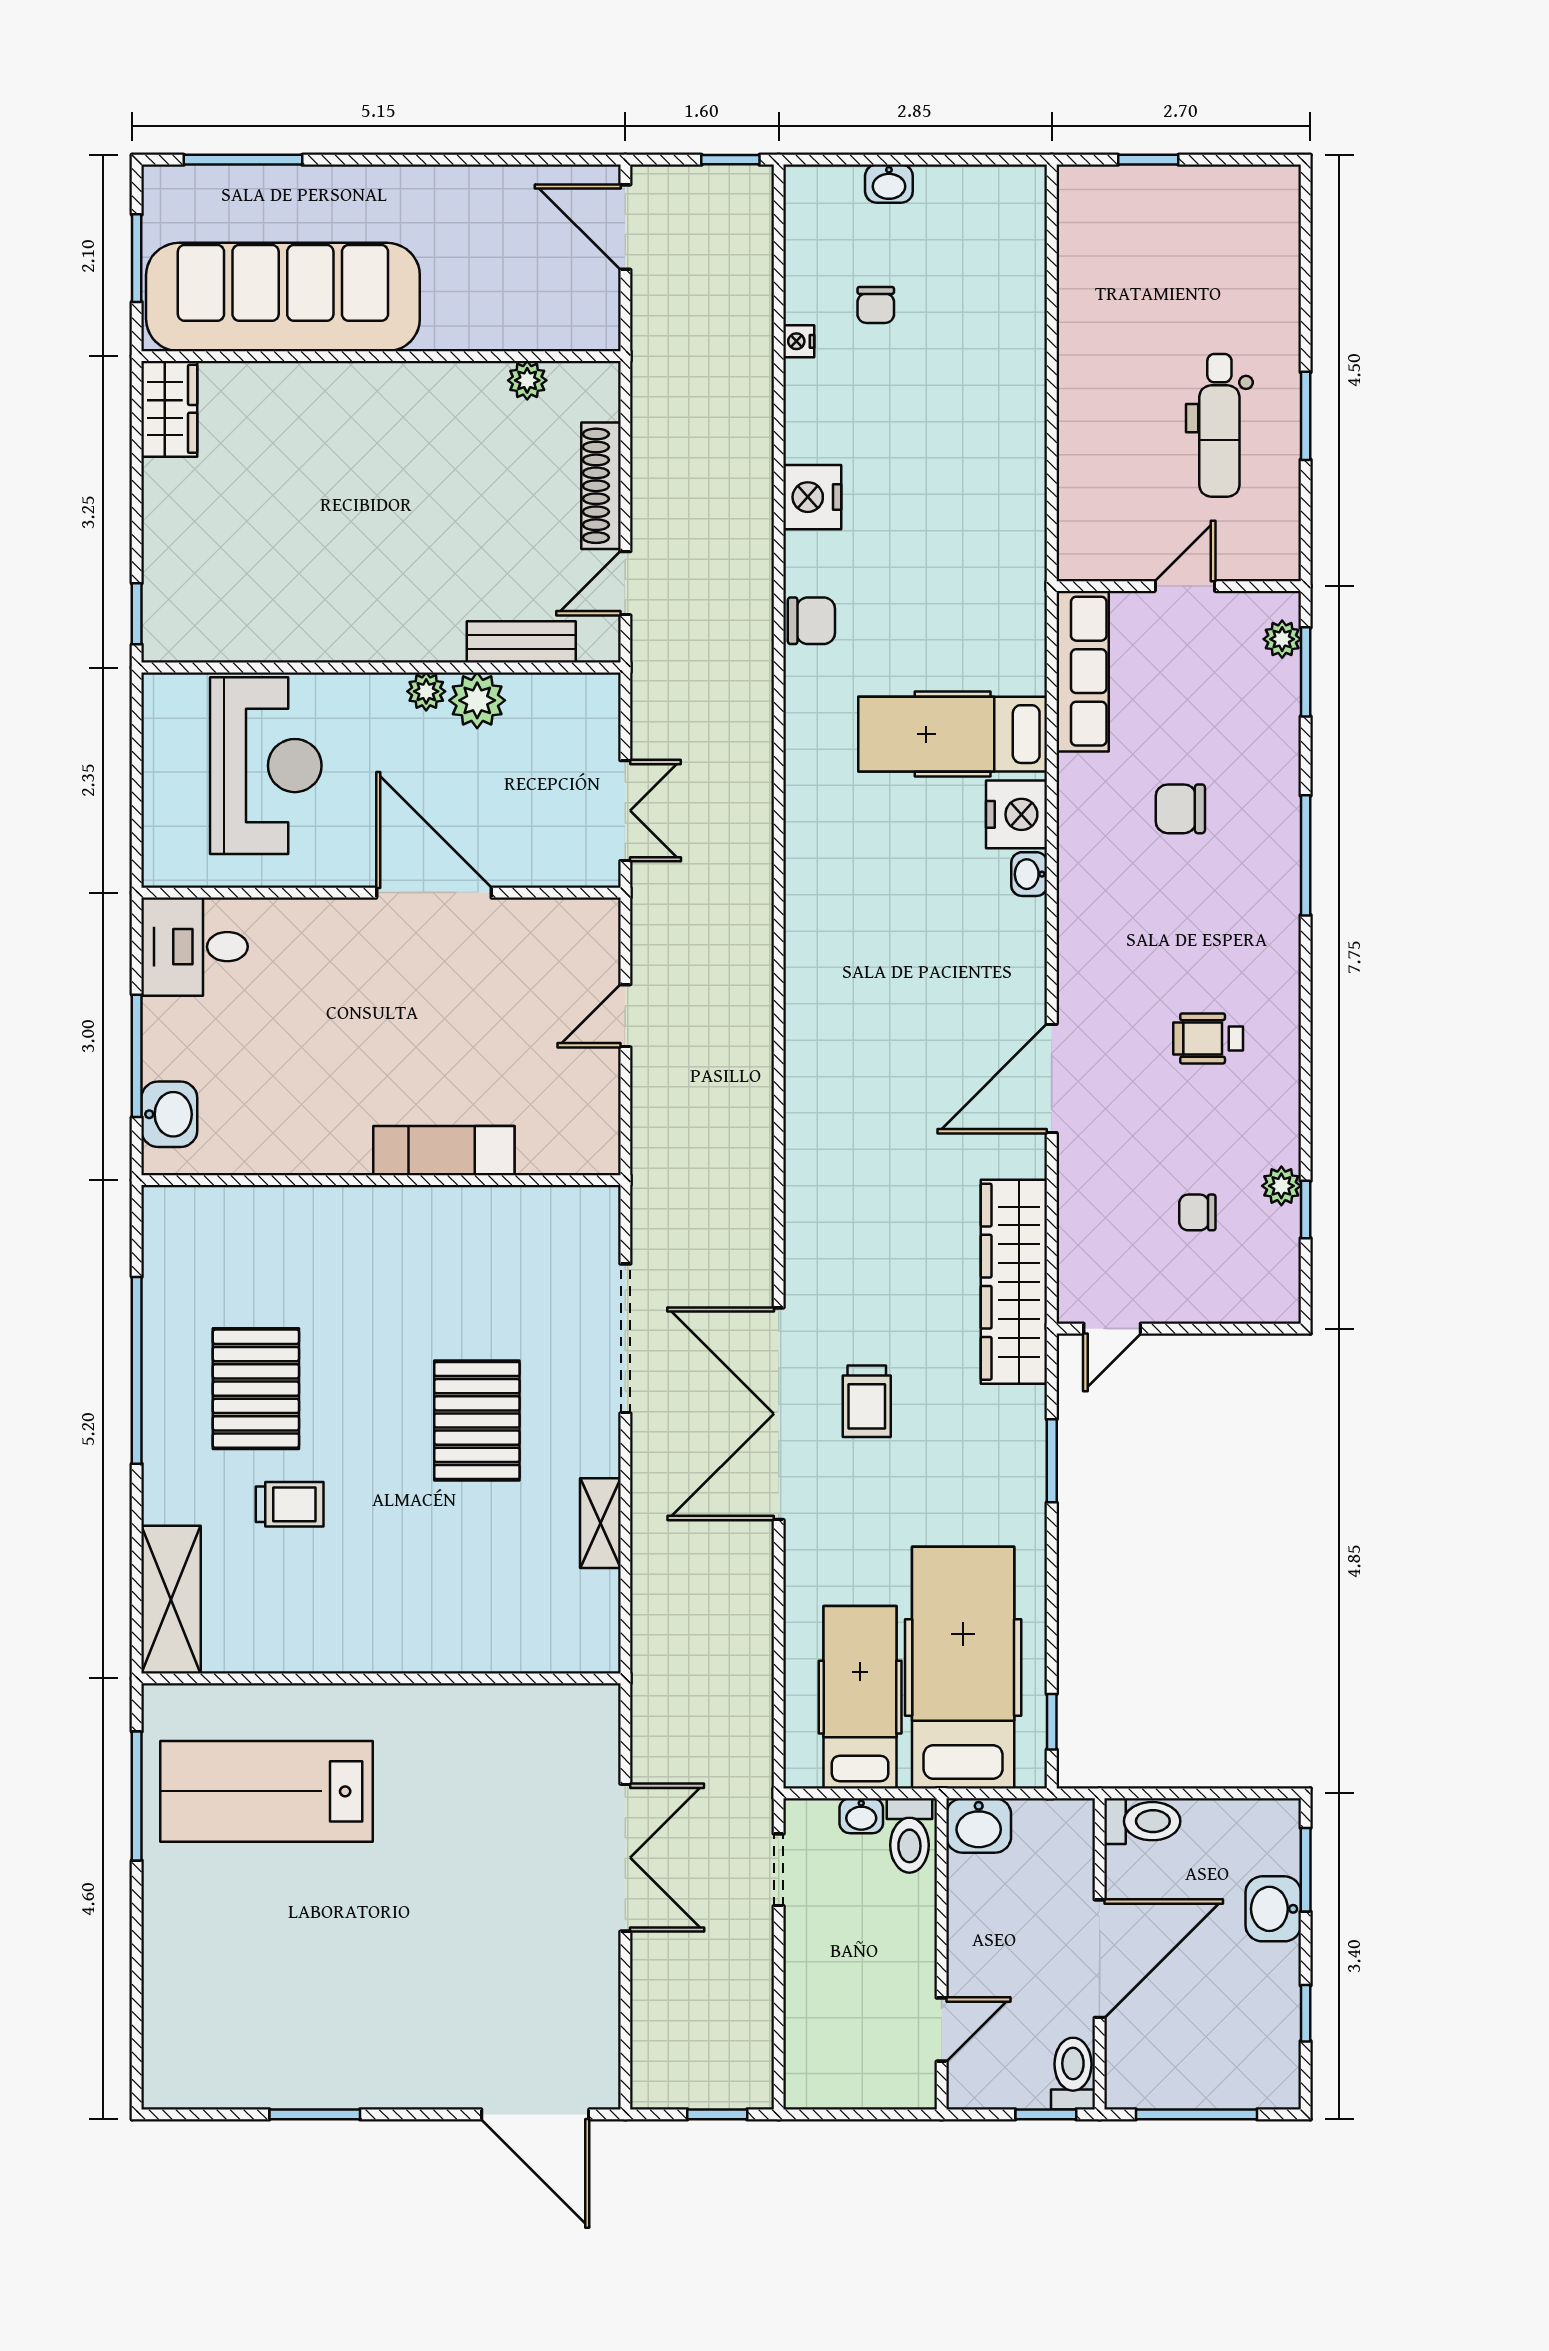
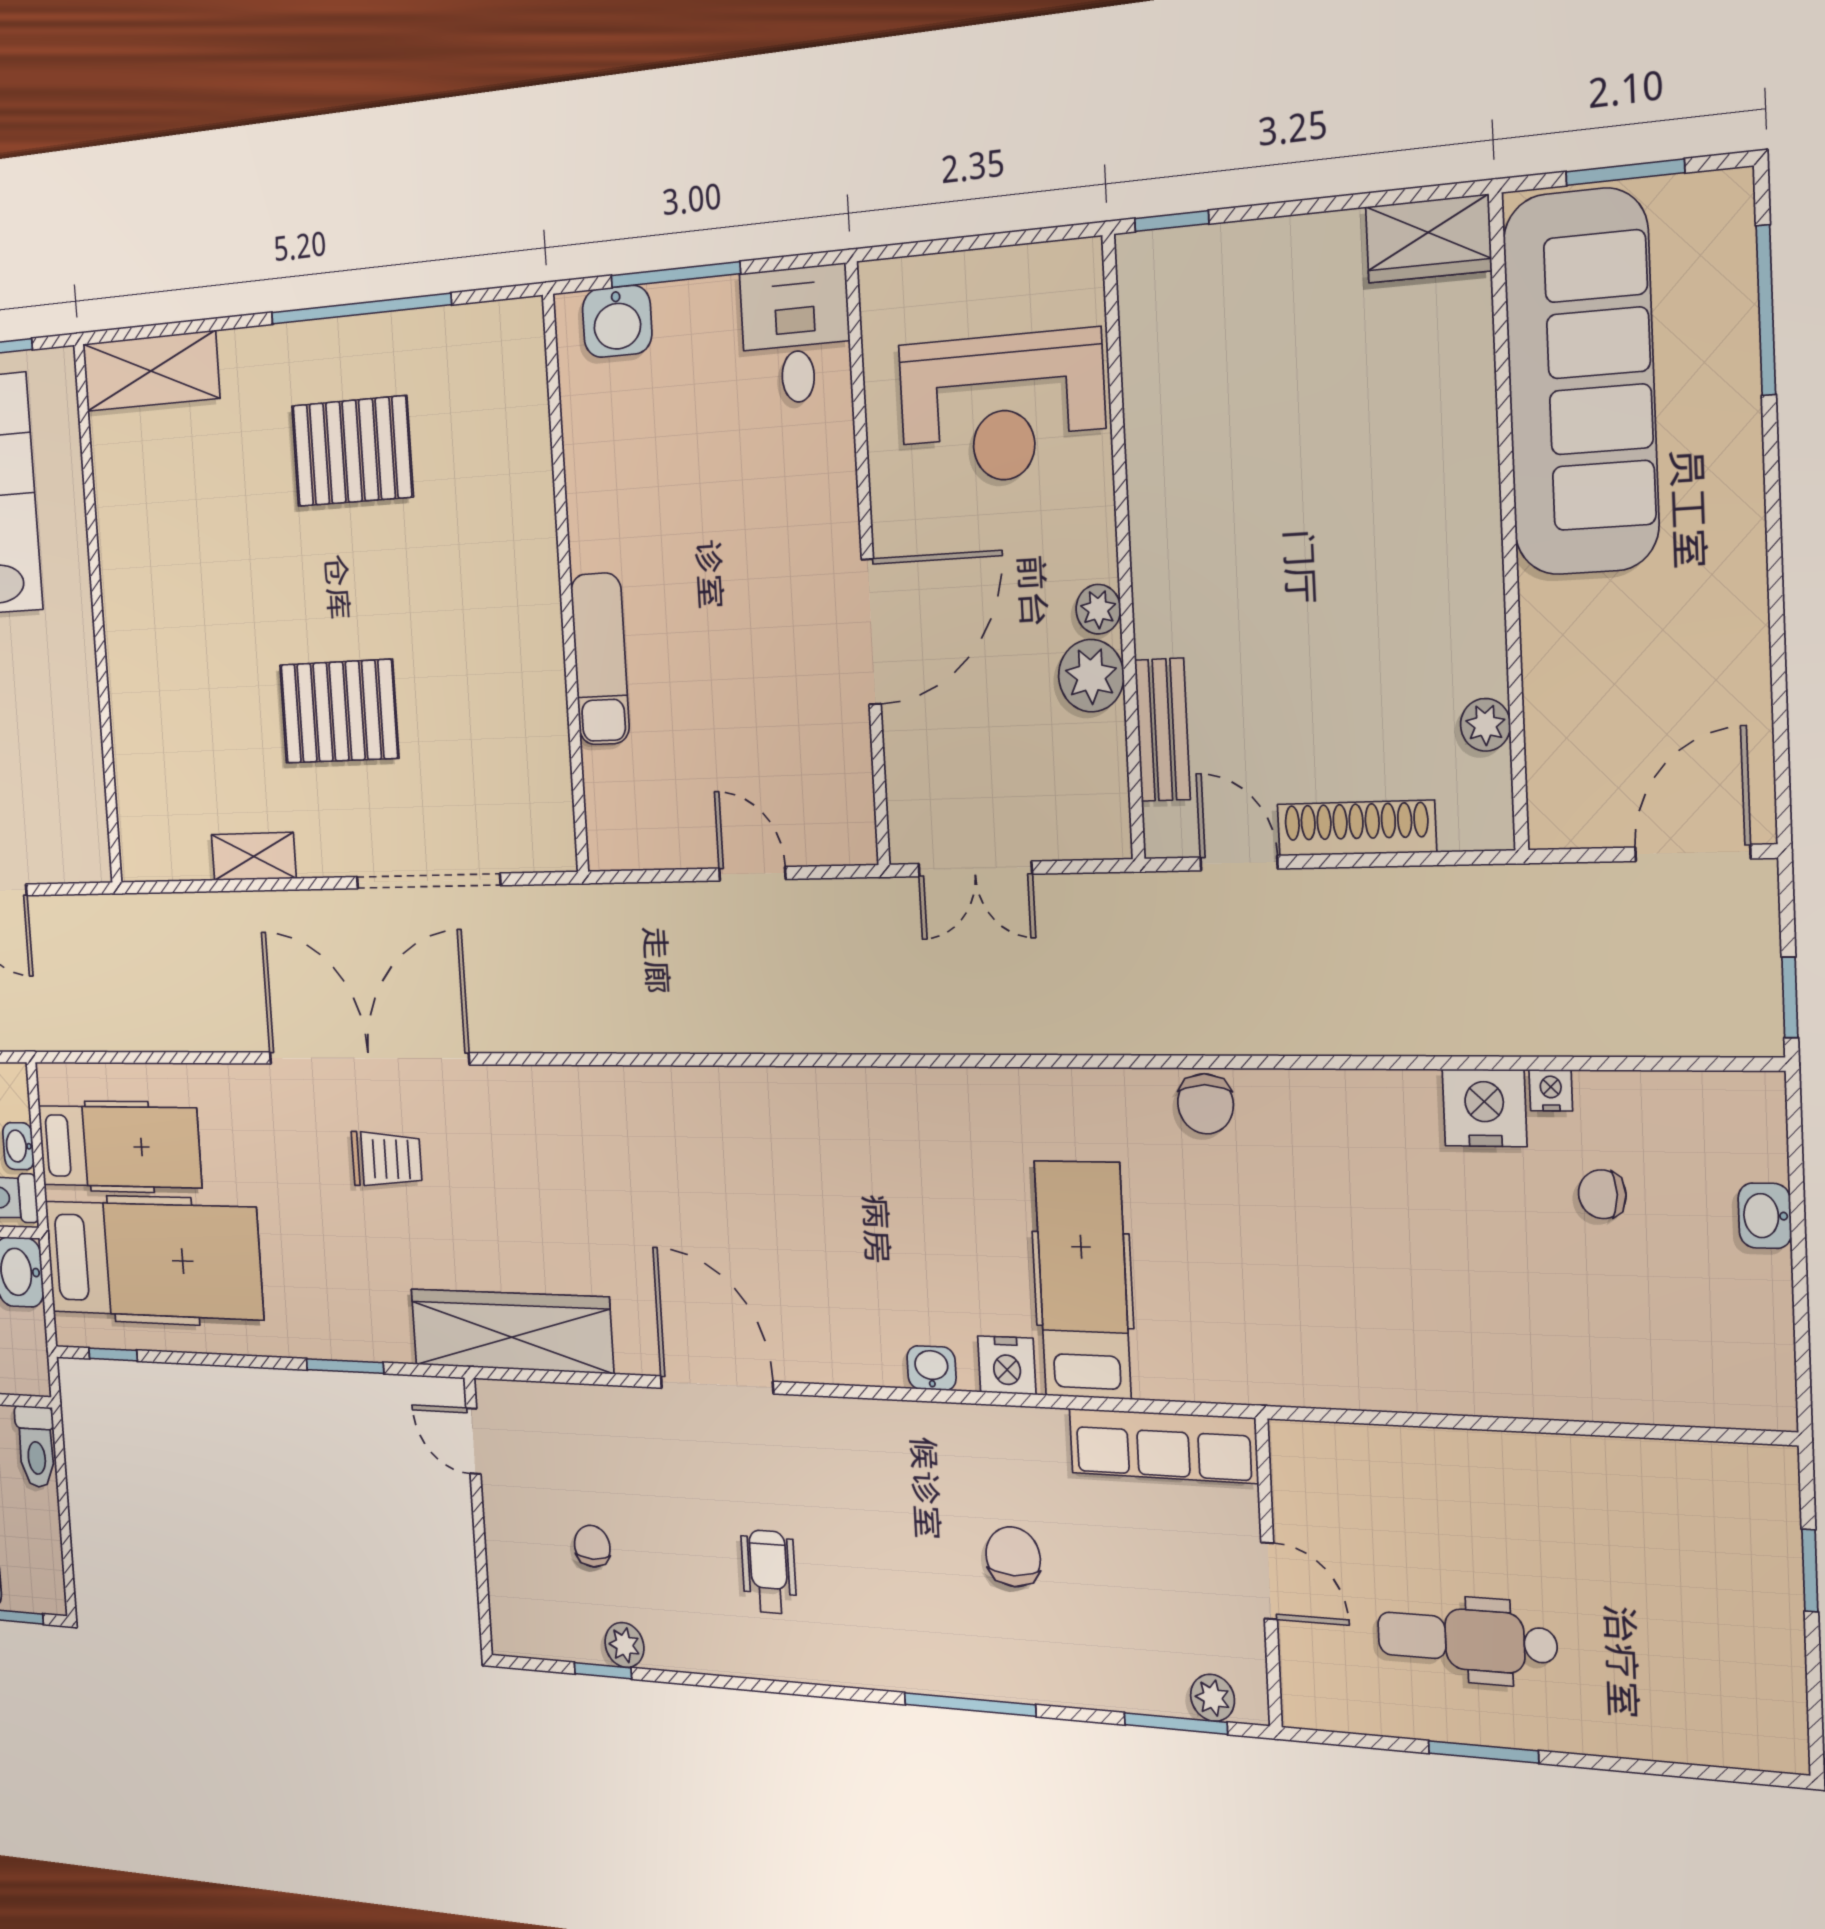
nightstand: (812, 497) -> (1484, 1108), moved
nightstand: (1017, 814) -> (1007, 1365), width x0.74, depth x0.75
trolley: (867, 1401) -> (387, 1159), turned 180
trolley: (290, 1504) -> (247, 500), removed

